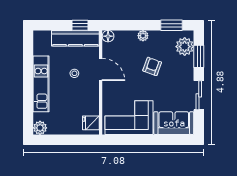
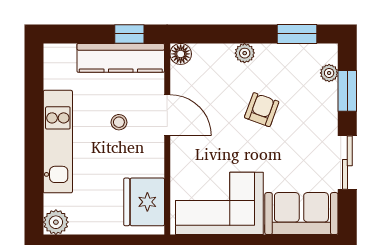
plant: (185, 47) -> (329, 73), width x0.53, depth x0.53
fridge: (91, 123) -> (144, 202), width x1.88, depth x1.34

